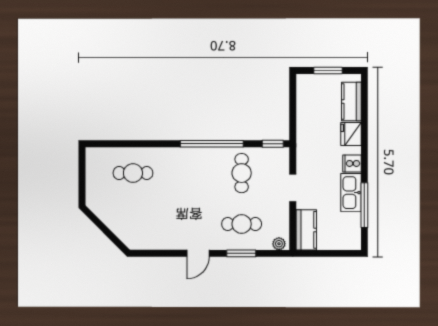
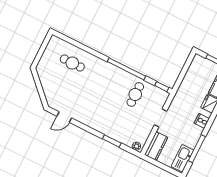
kitchen sink: (351, 193) -> (182, 158), moved
cafe table: (242, 224) -> (120, 124), removed
door: (198, 253) -> (64, 117), moved

